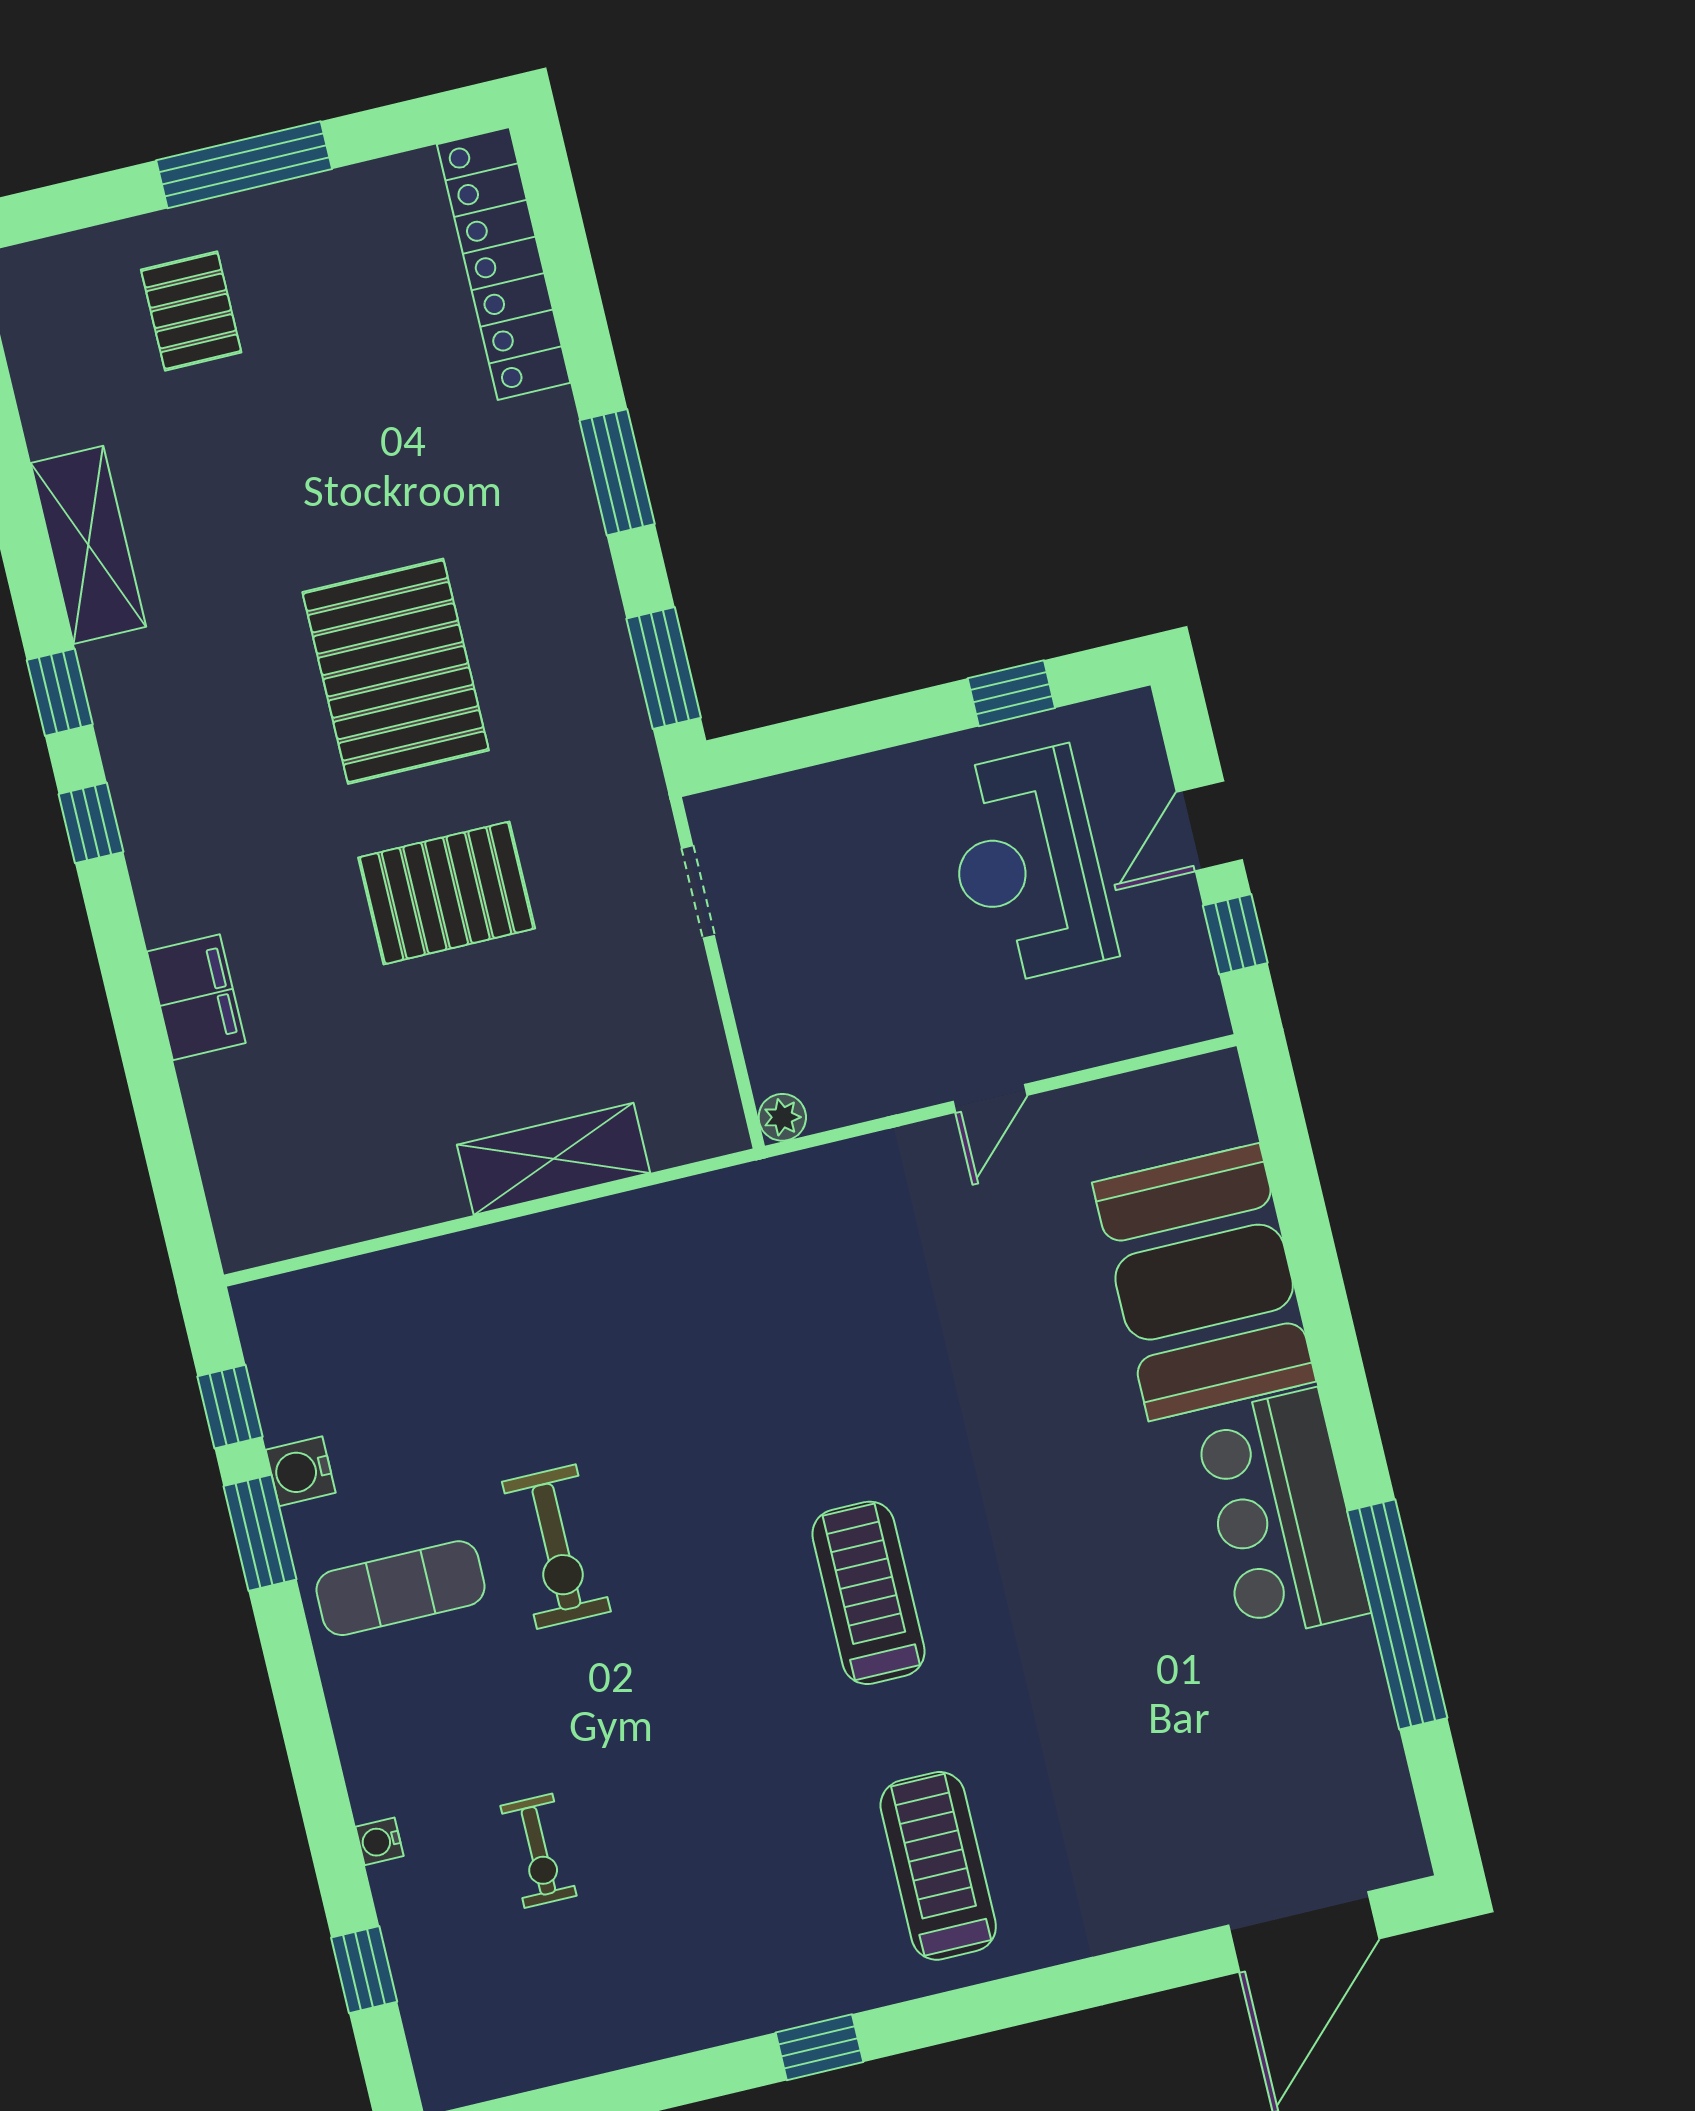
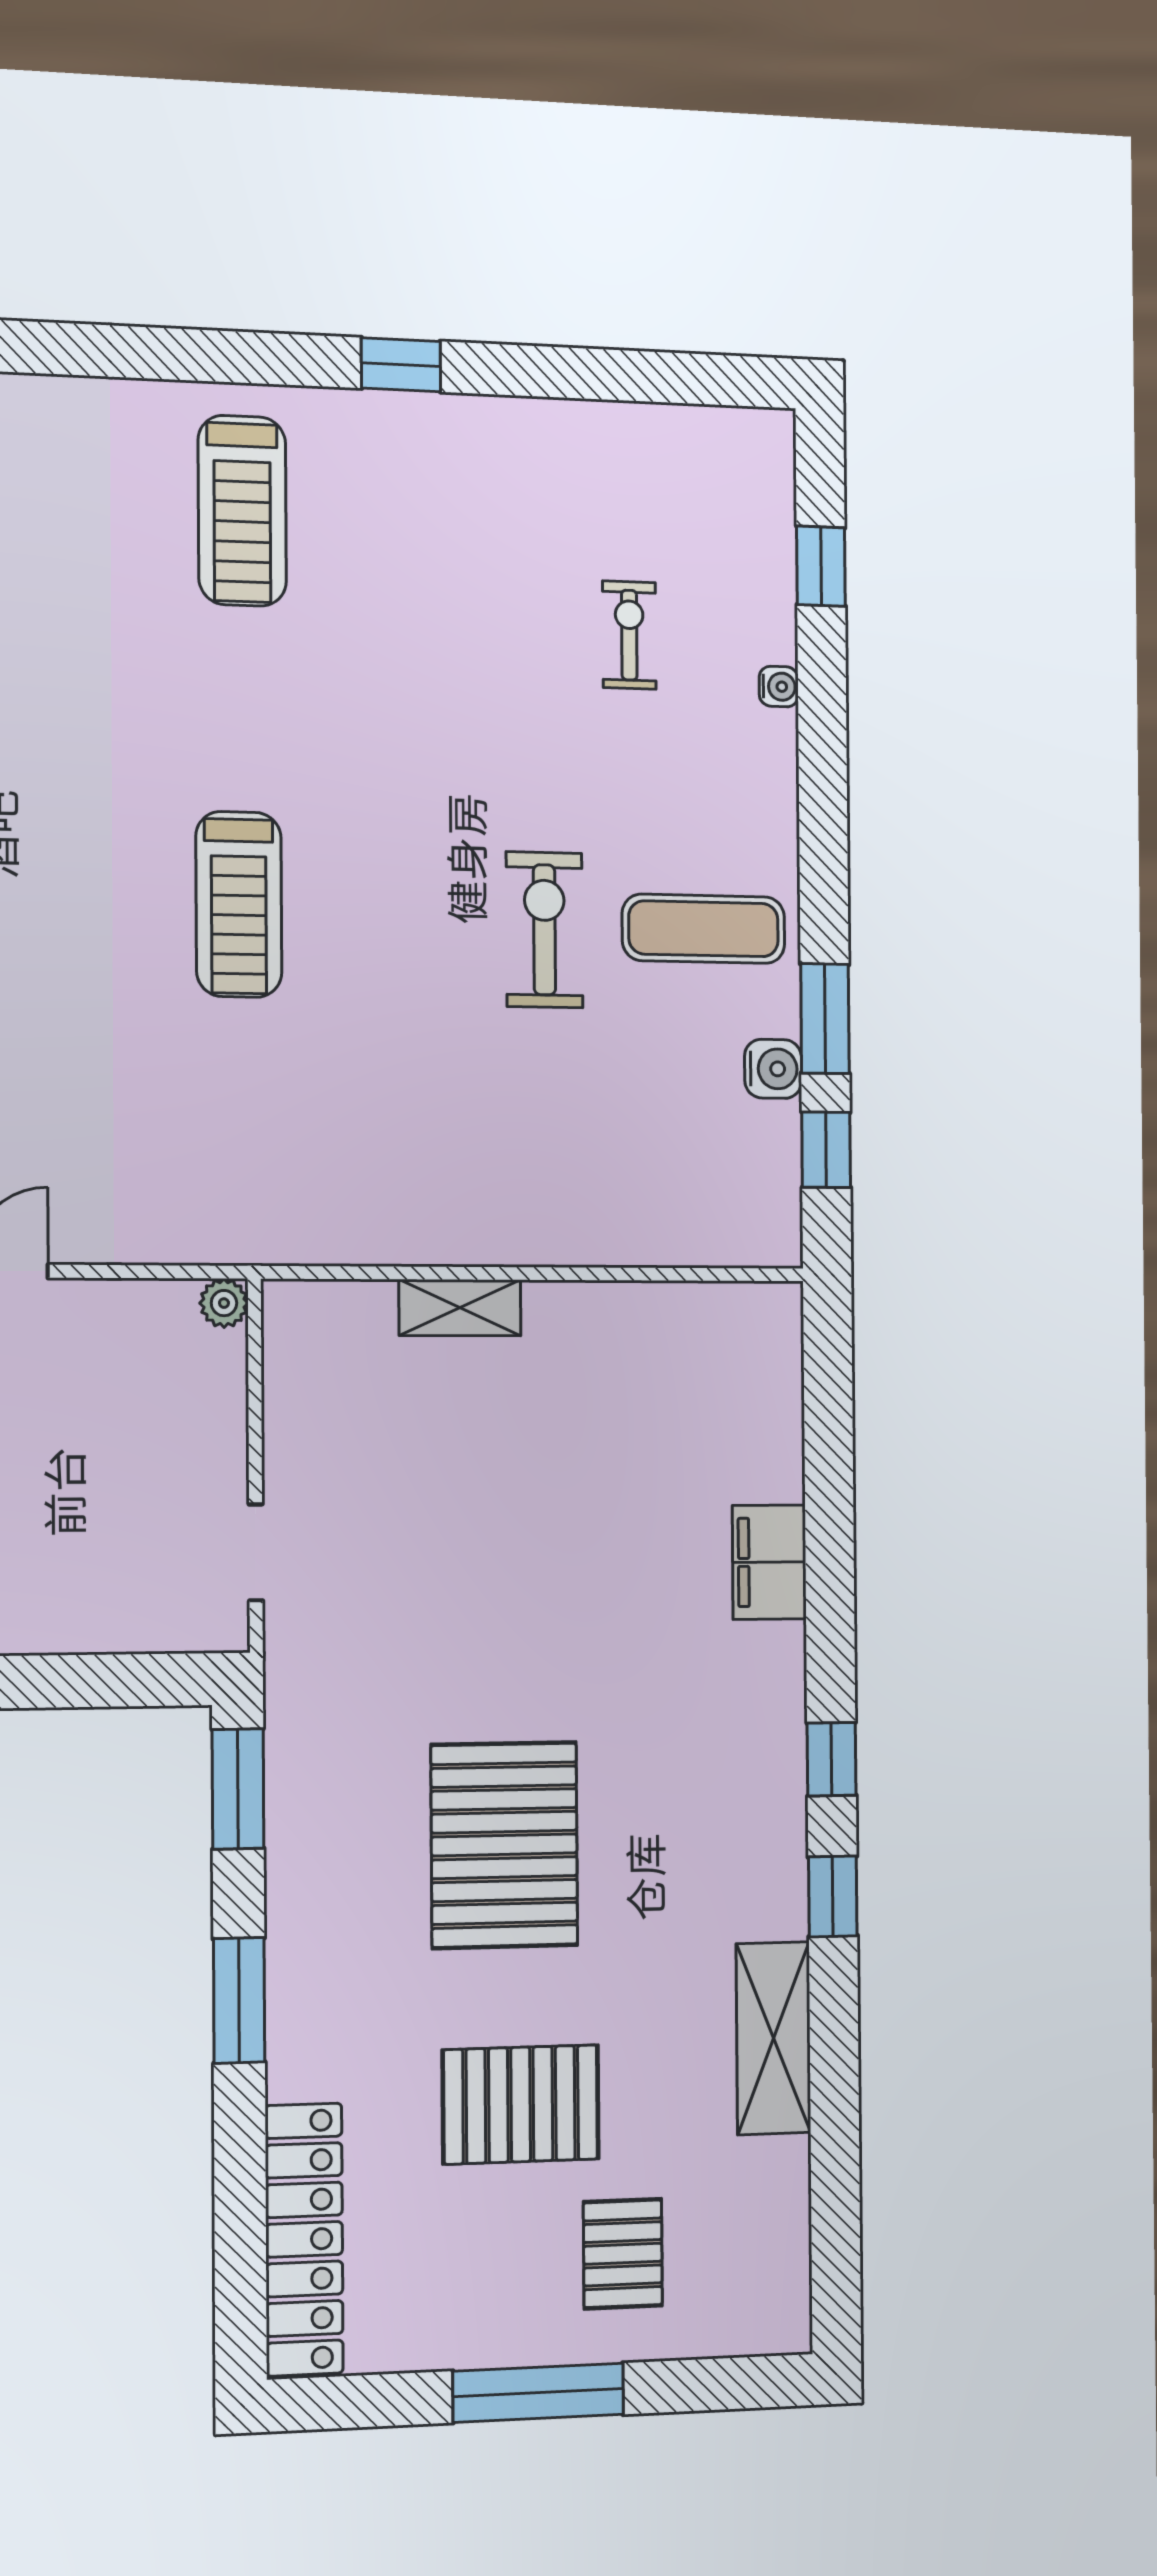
pallet: (447, 893) -> (521, 2104), moved
shelving: (554, 1159) -> (460, 1308), width x0.67, depth x0.75
treadmill: (868, 1593) -> (239, 904), moved

